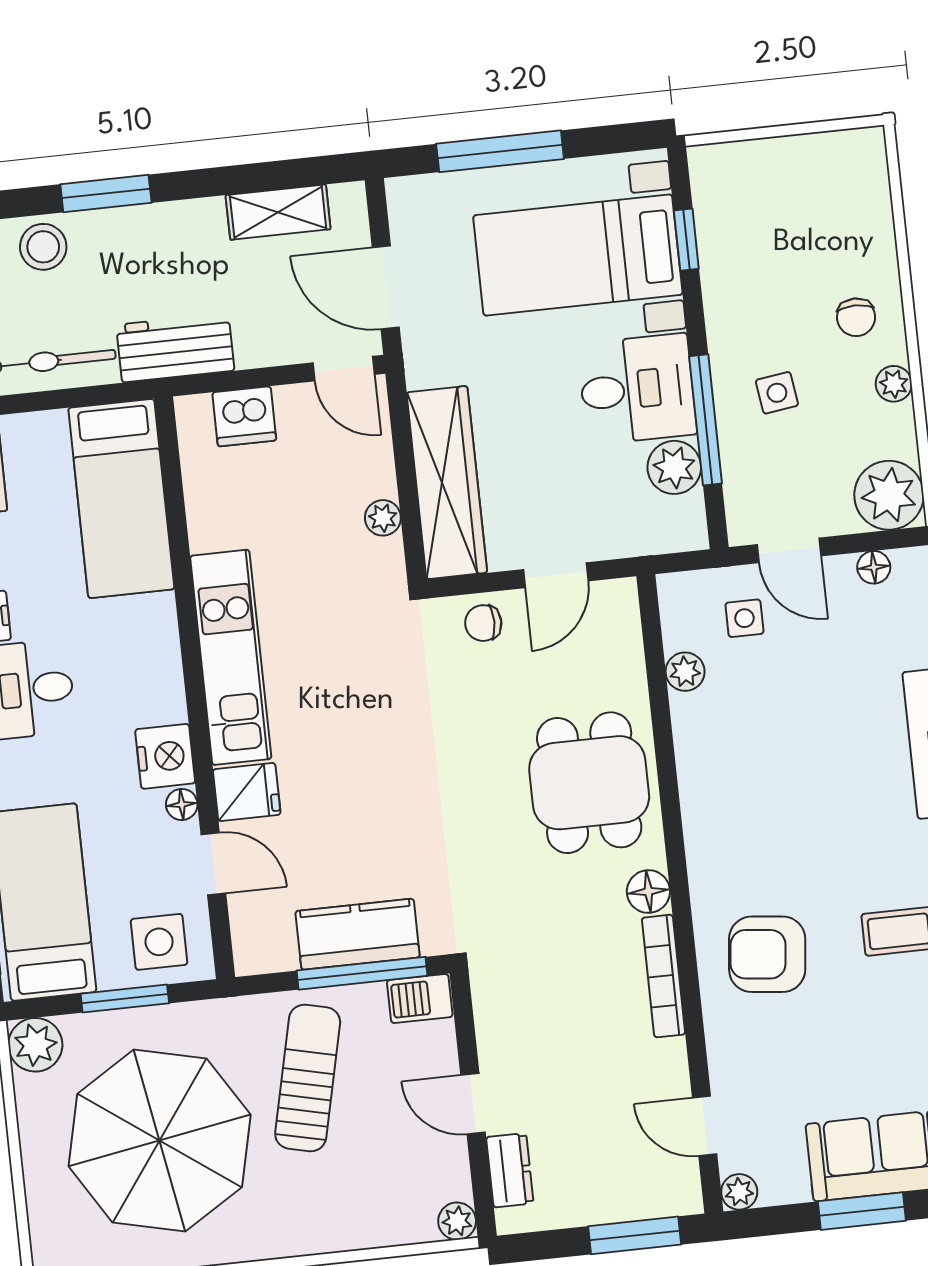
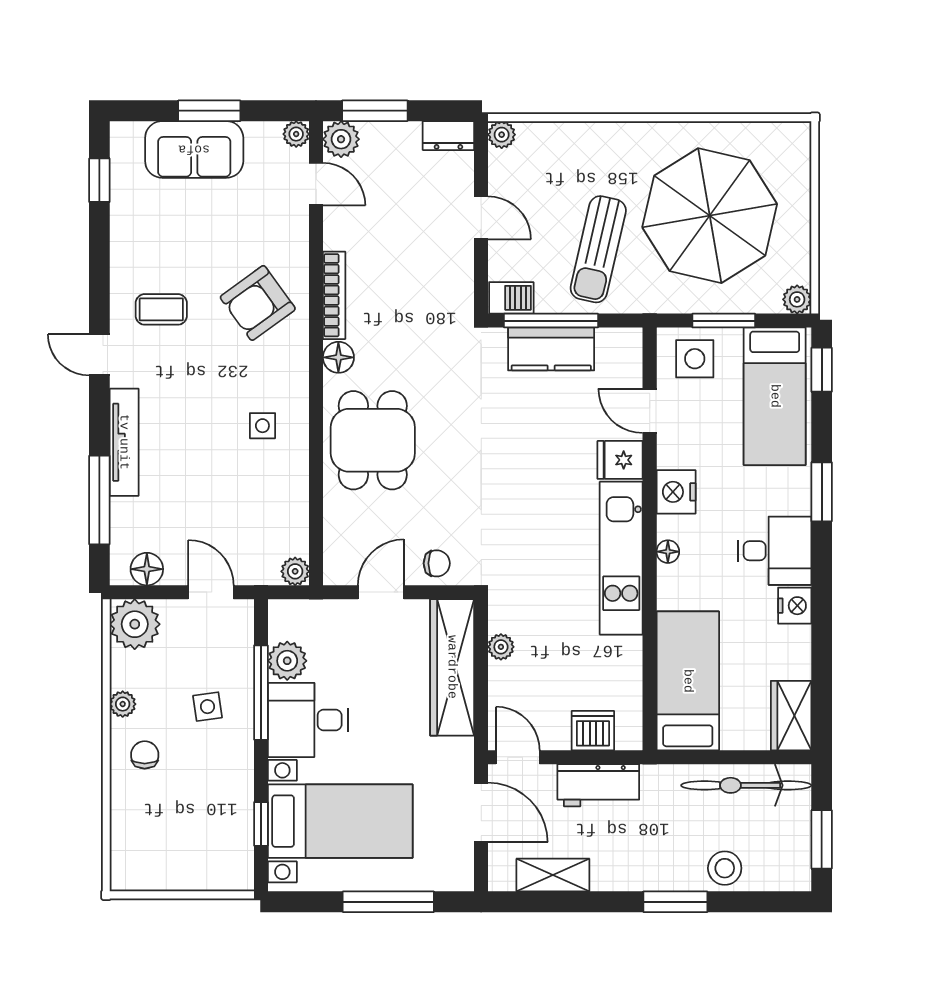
workbench: (175, 348) -> (598, 785), moved
floor lamp: (874, 567) -> (147, 569), width x1.37, depth x1.37
side table: (744, 618) -> (262, 426), moved
plant: (685, 672) -> (295, 571), moved
floor lamp: (182, 804) -> (668, 552), moved
armchair: (767, 954) -> (258, 303), turned 138
plant: (35, 1045) -> (797, 299), width x0.73, depth x0.73
dresser: (510, 1170) -> (448, 136), moved, turned -90
plant: (677, 1191) -> (341, 139), added

